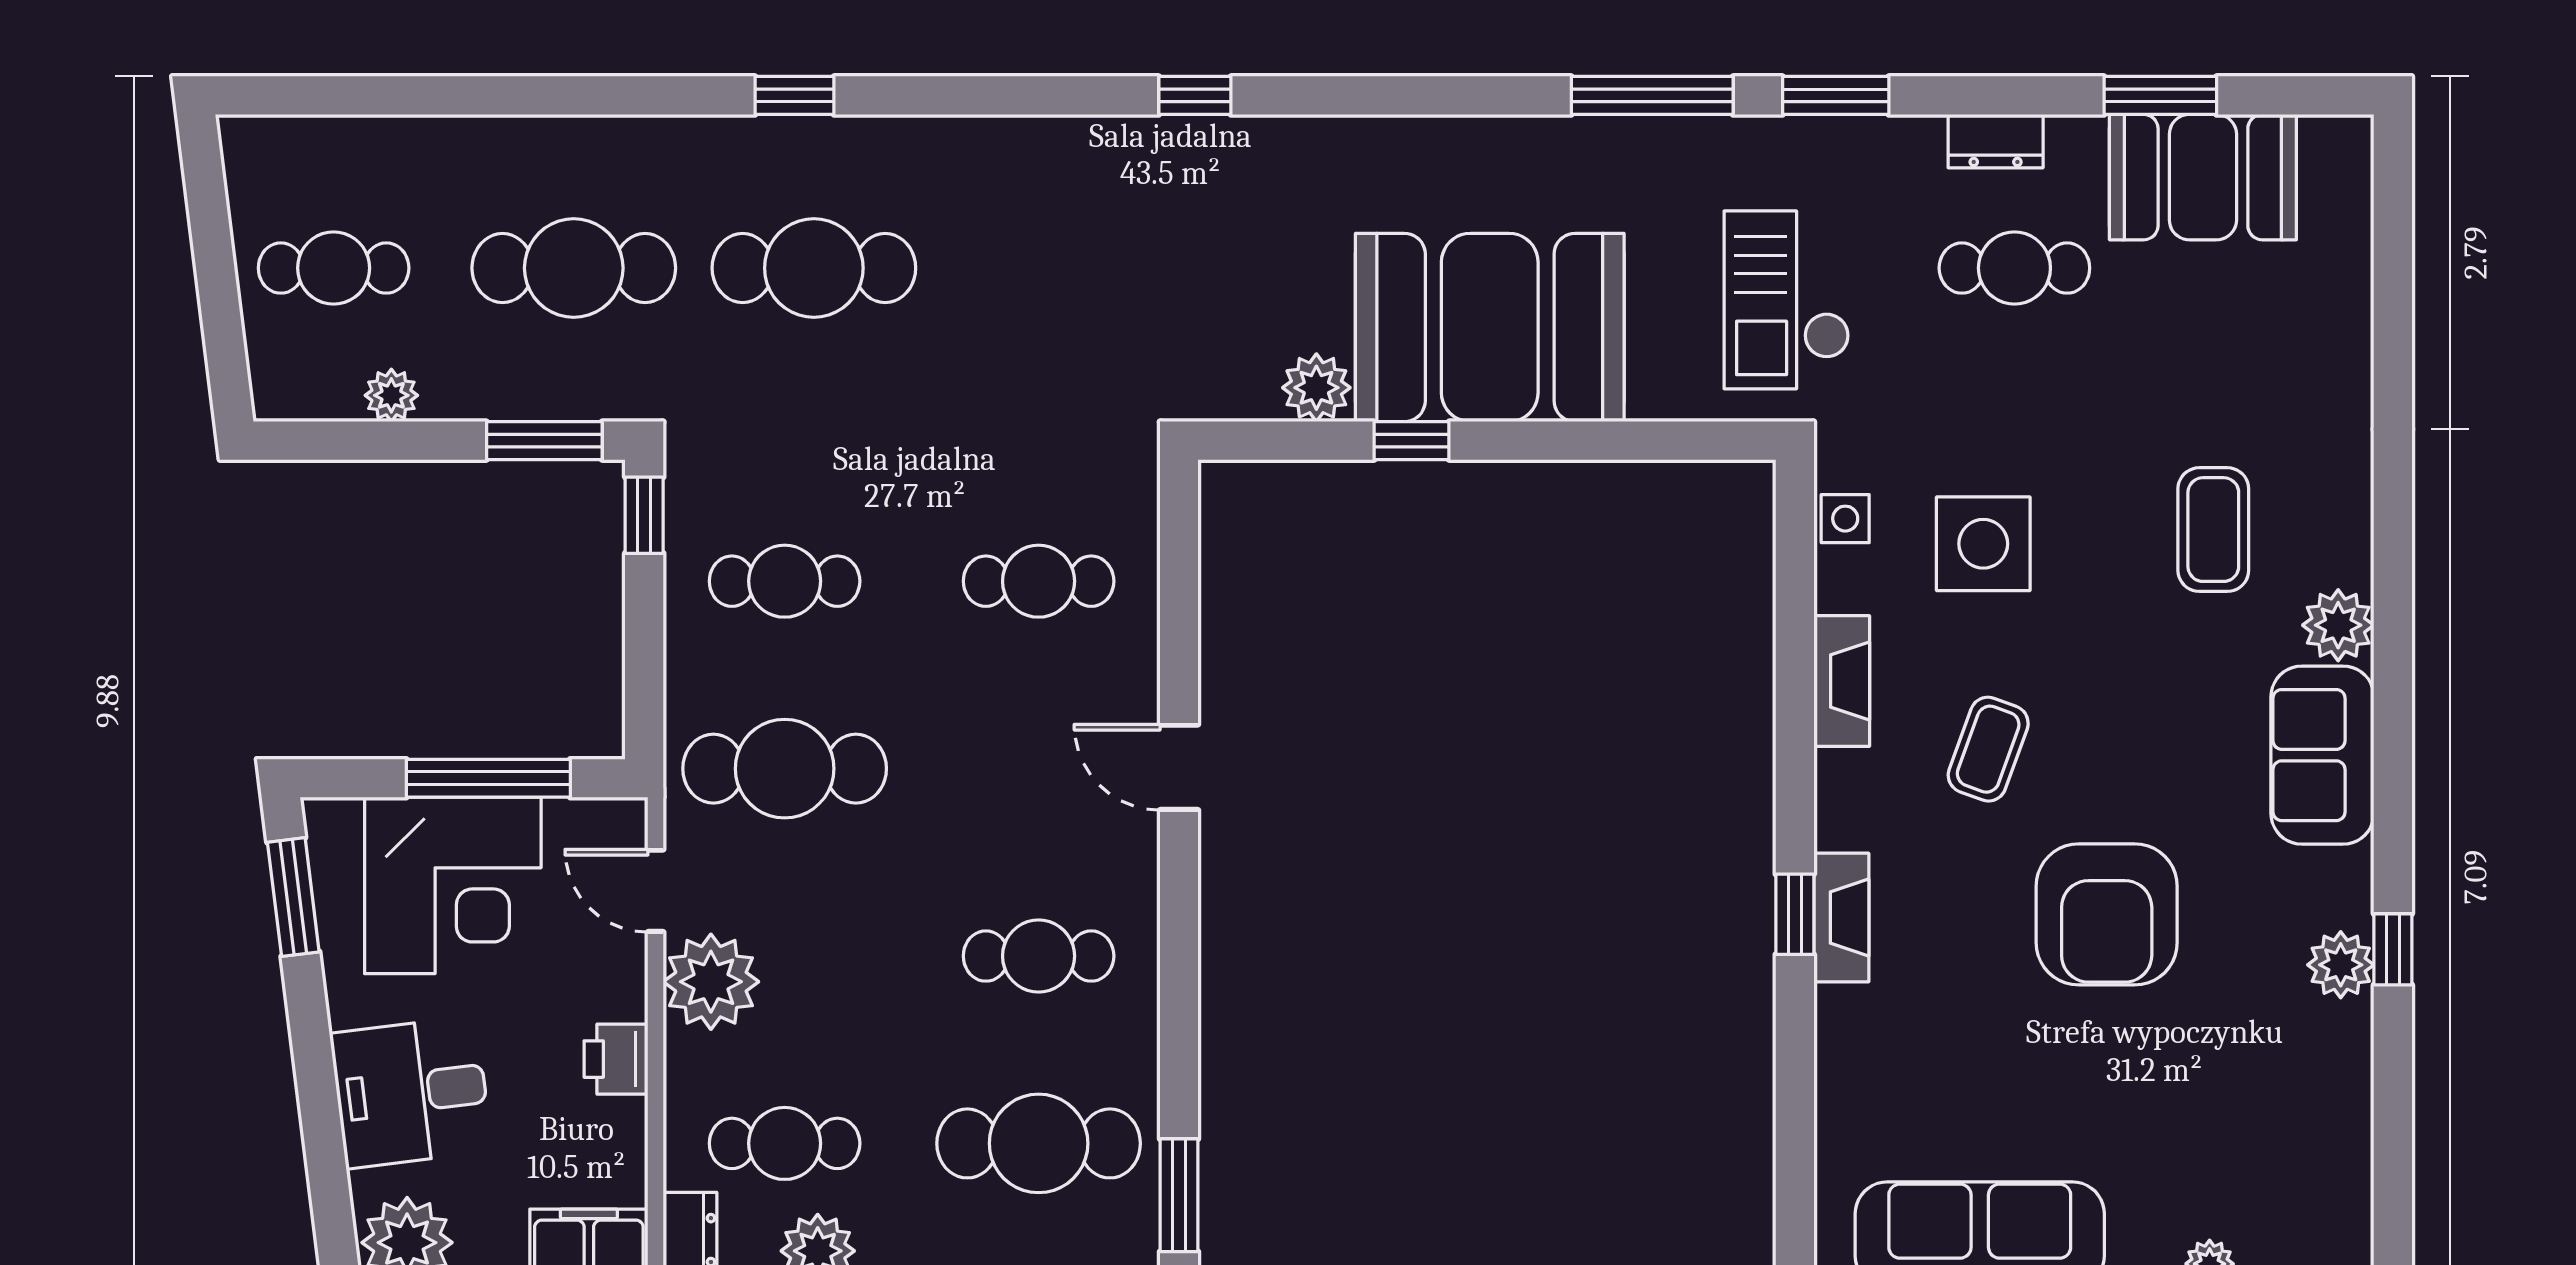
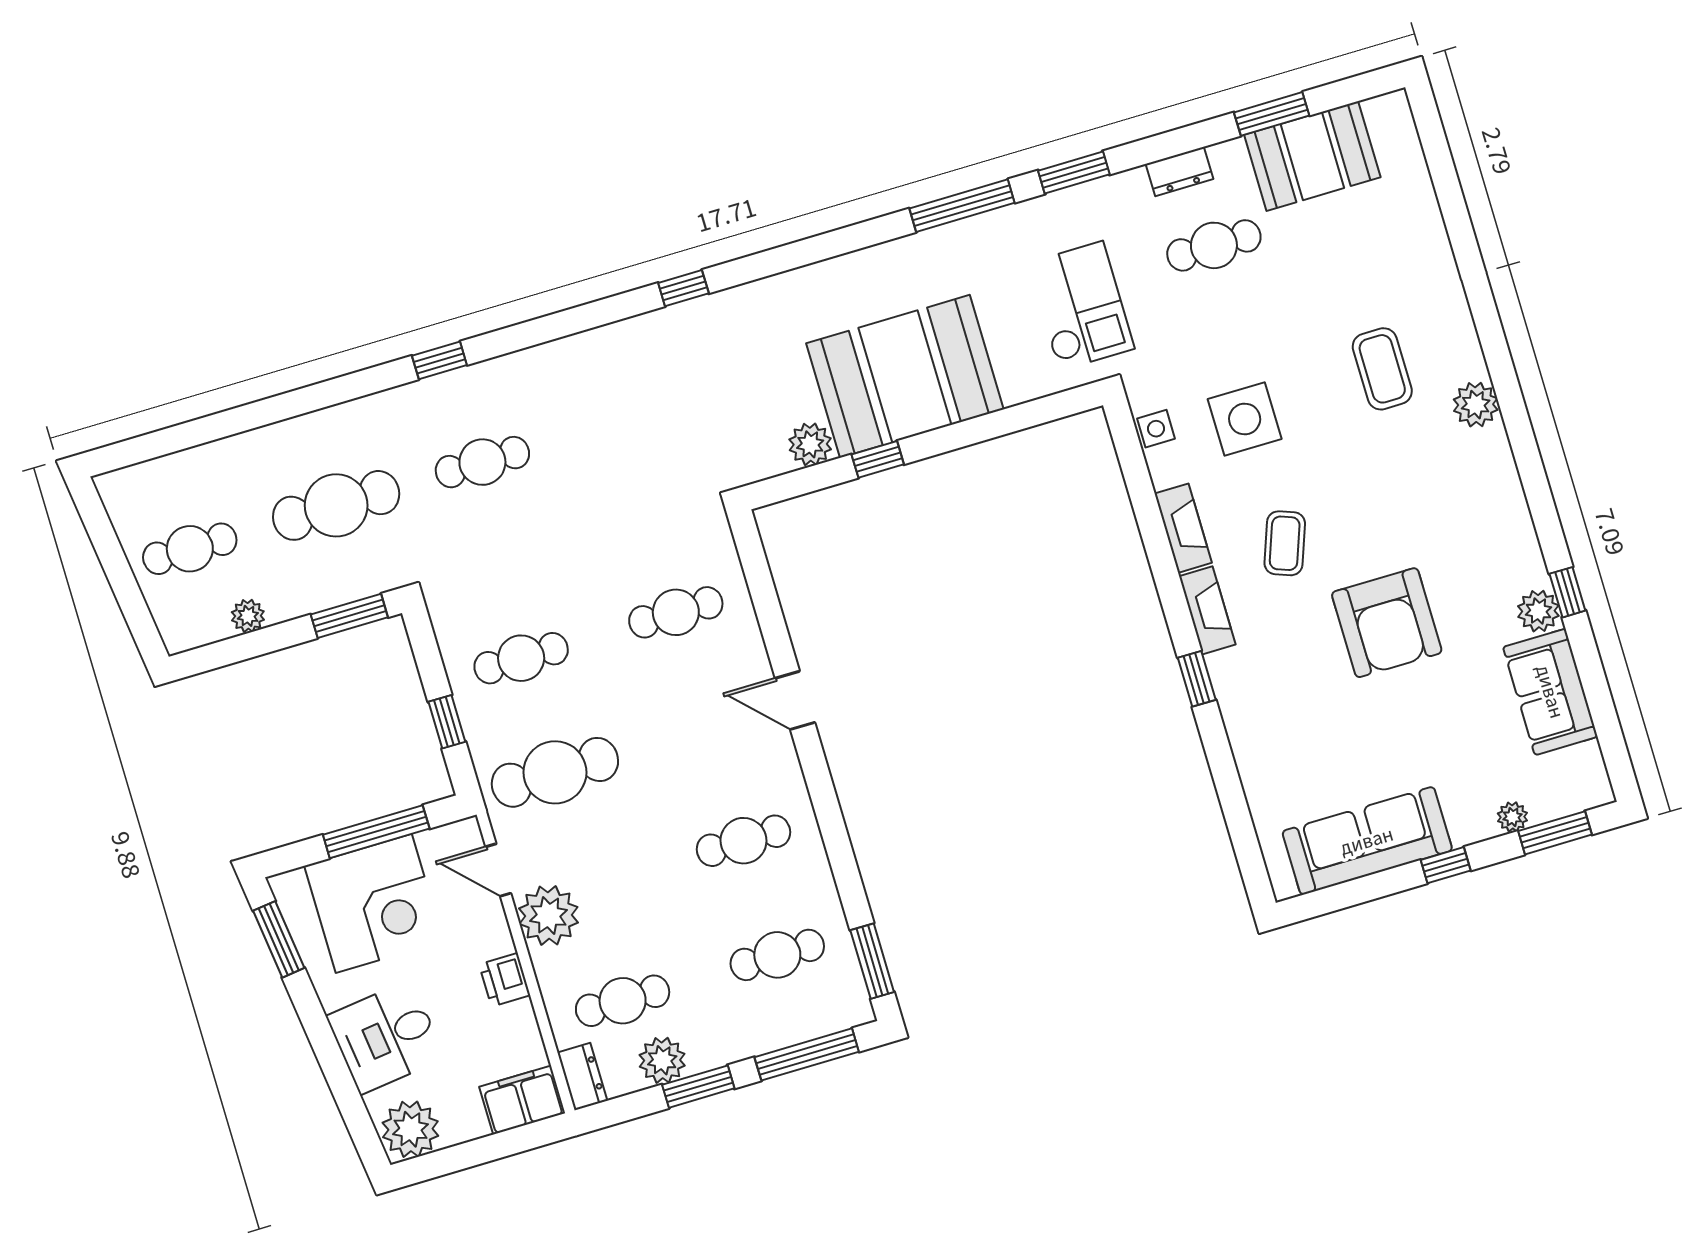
cafe table: (814, 268) -> (482, 462), width x0.73, depth x0.74
checkout: (1787, 300) -> (1081, 306), turned 180
window: (644, 515) -> (447, 722), moved
sofa: (2322, 755) -> (1550, 692), moved
fireplace: (1841, 918) -> (1207, 610), moved
cafe table: (1039, 1143) -> (777, 955), width x0.73, depth x0.74

